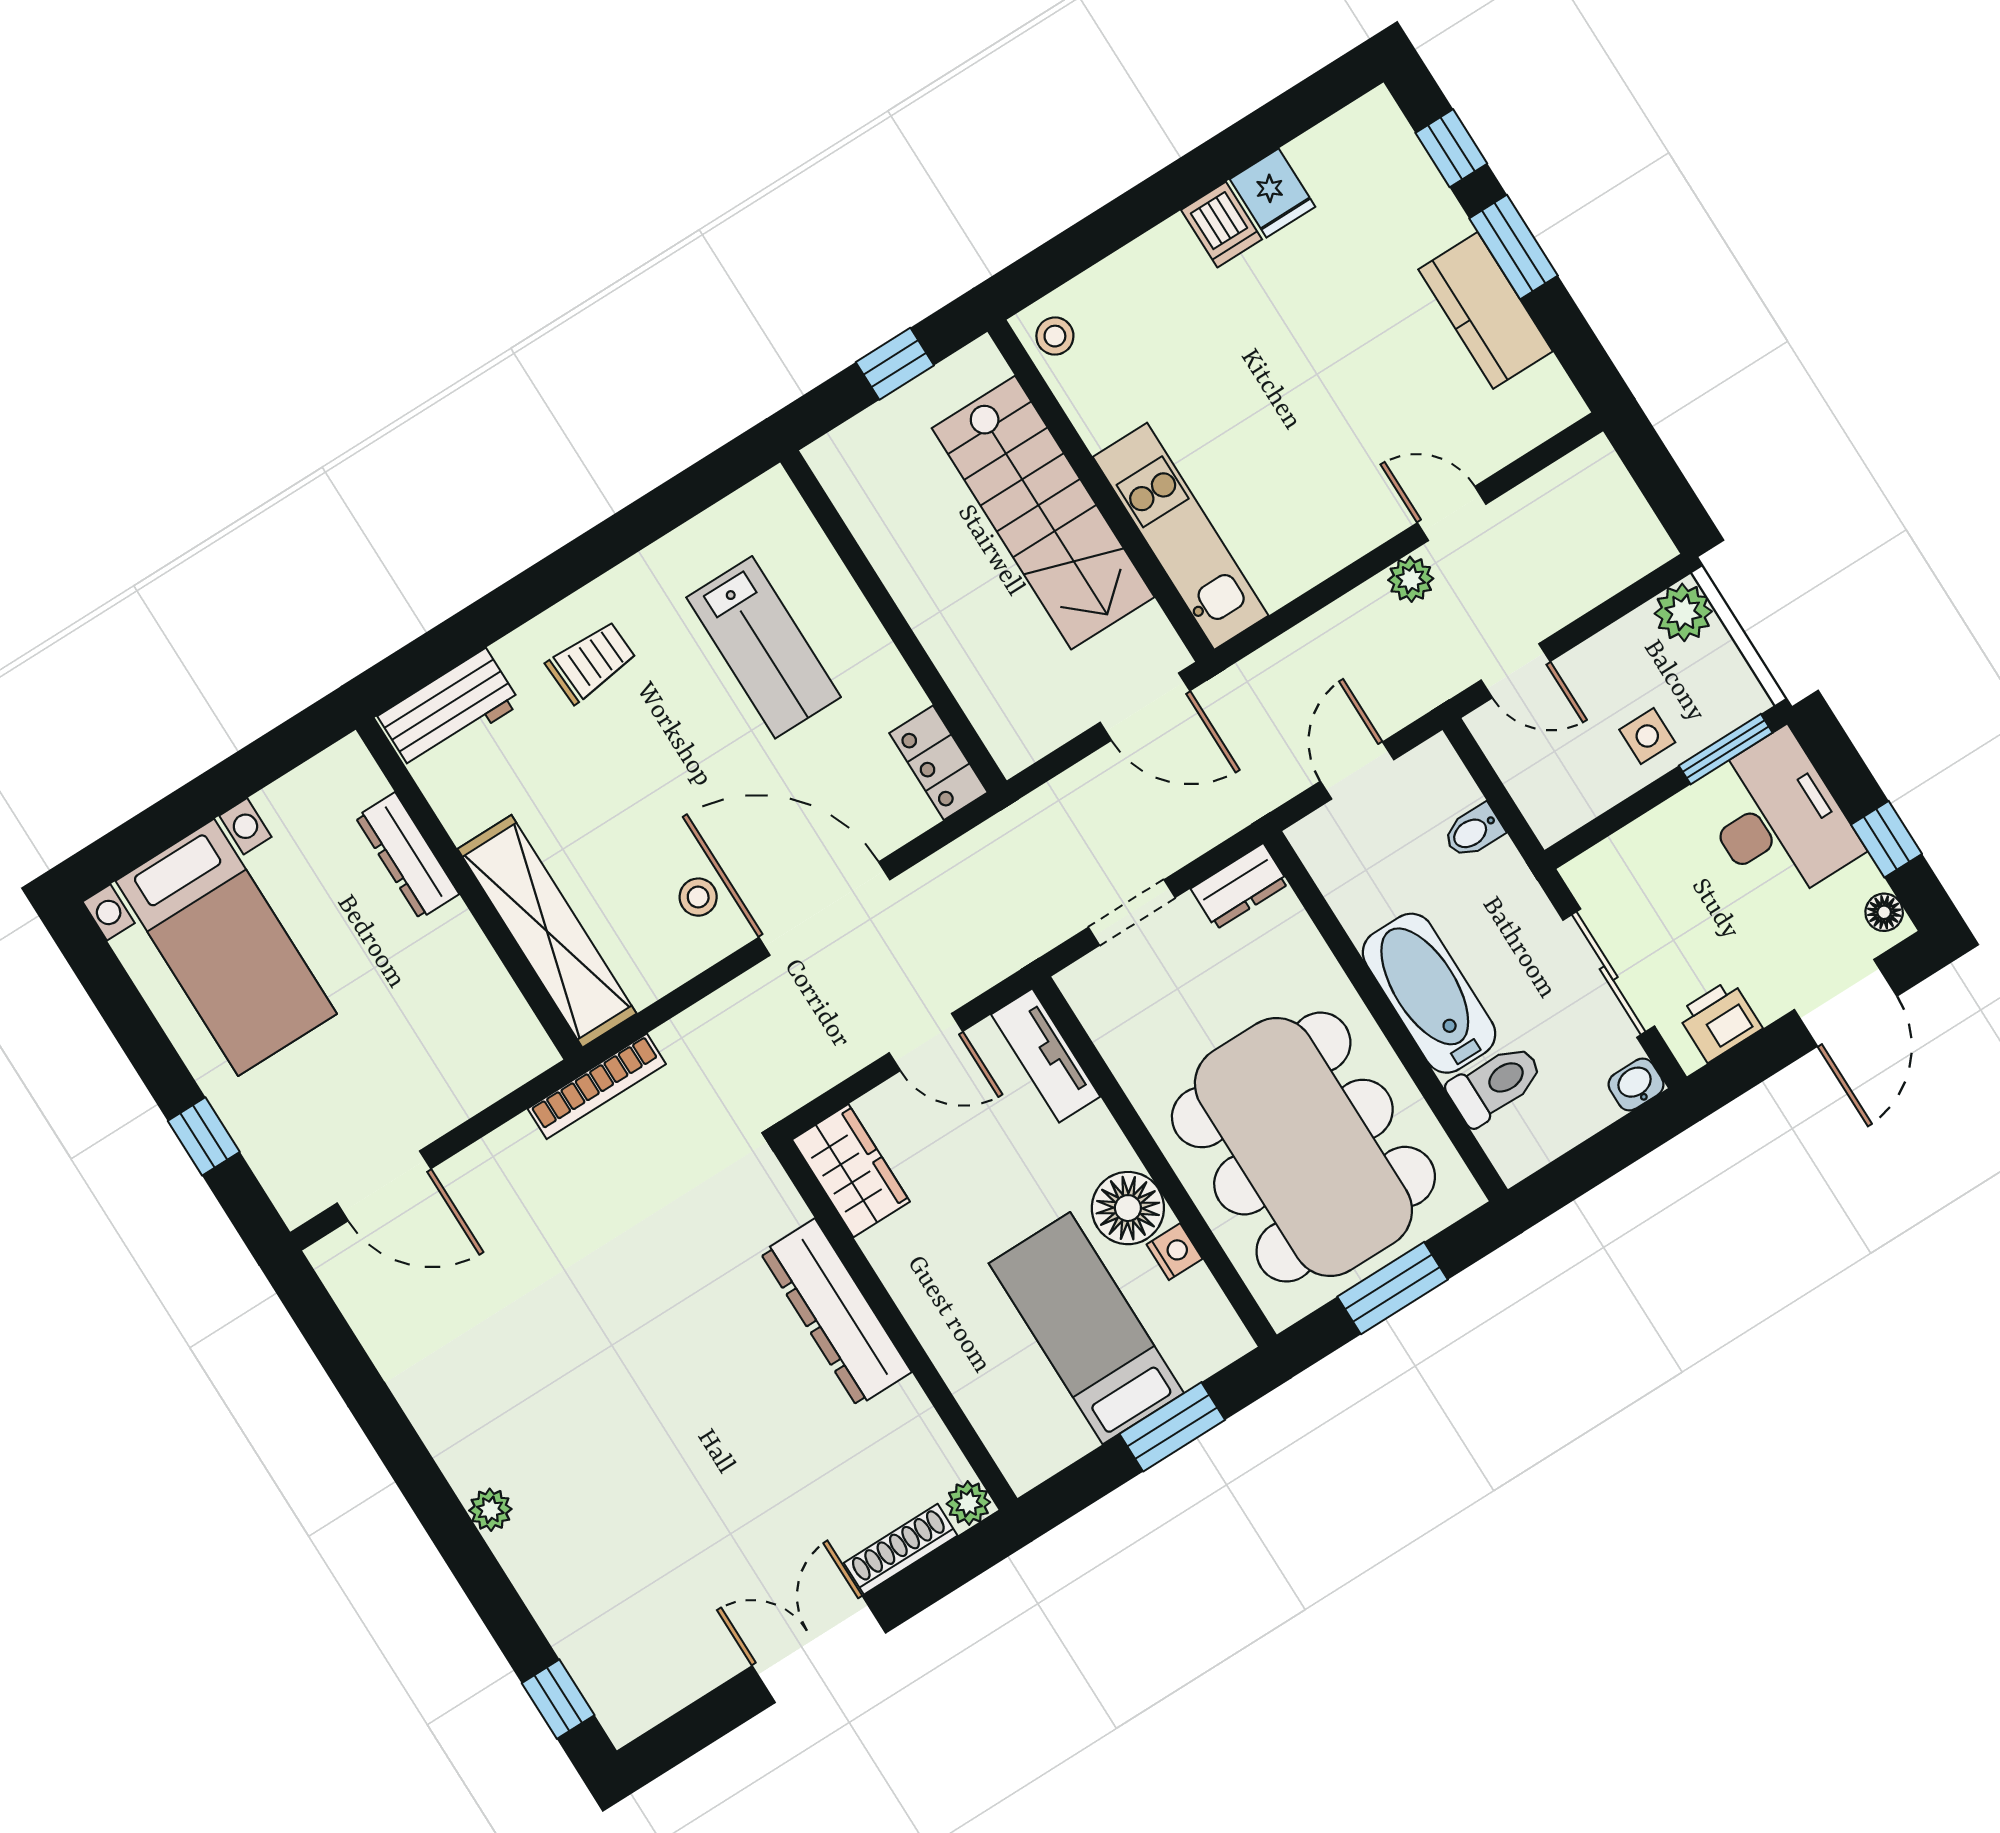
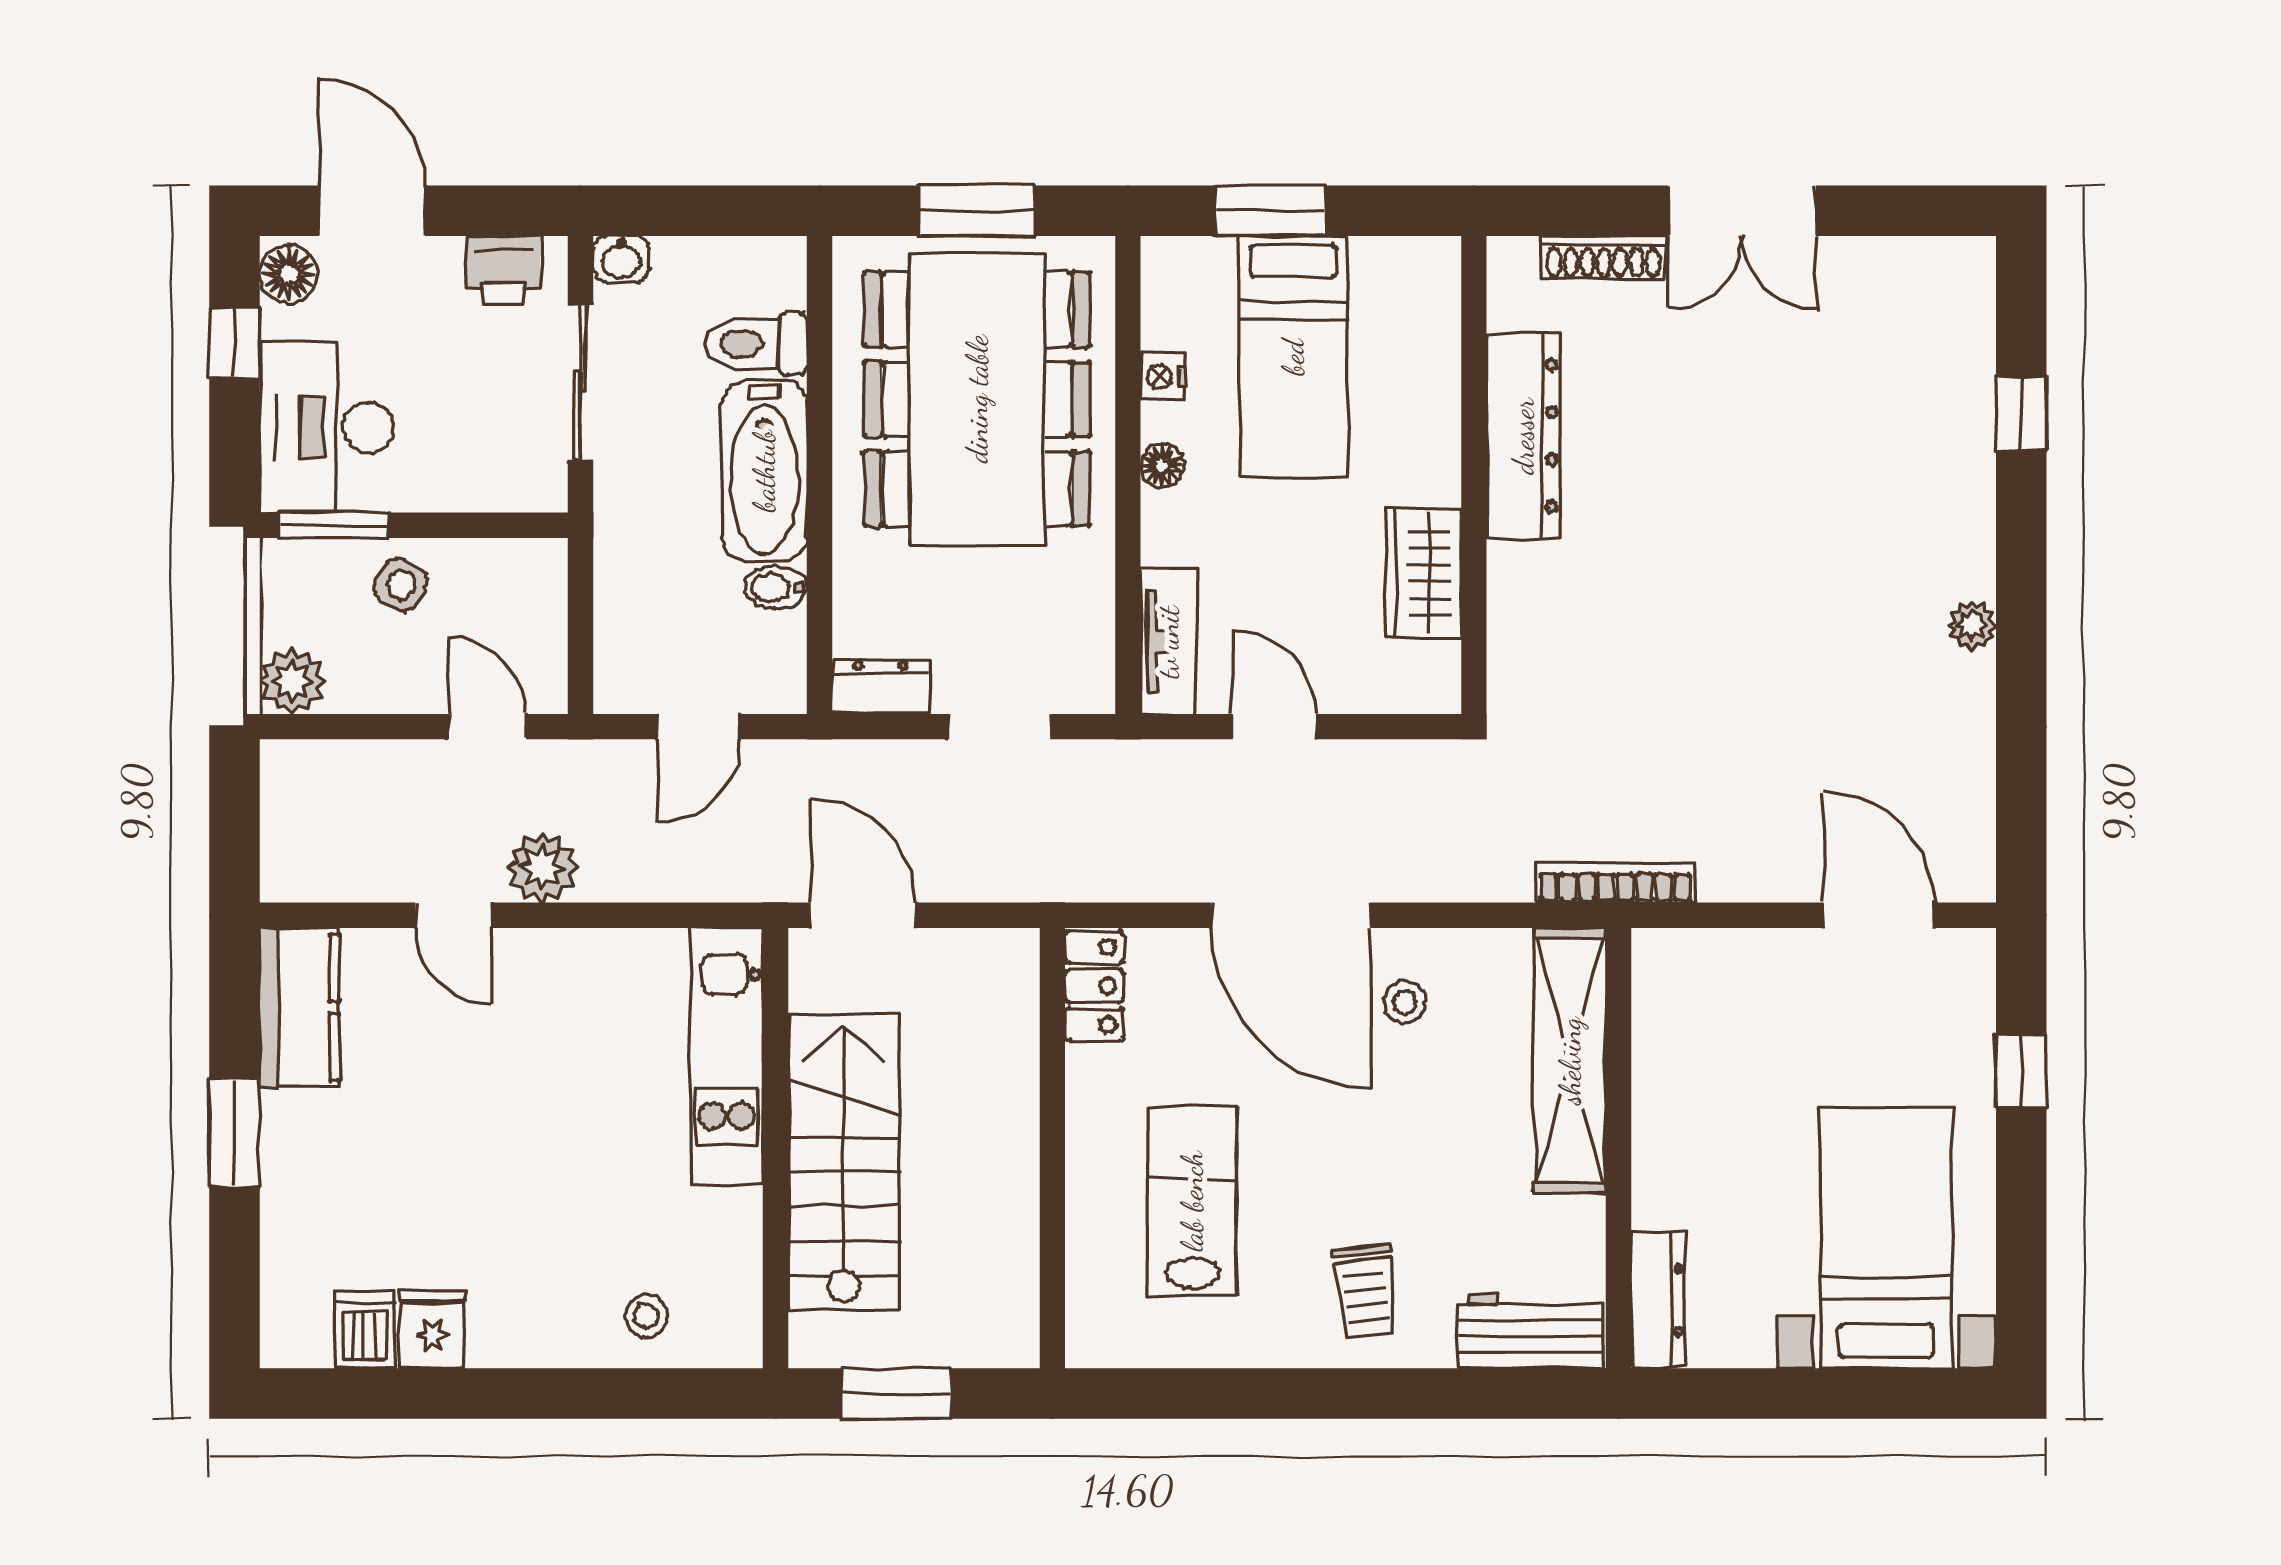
window: (1451, 148) -> (234, 1265), removed
dishwasher: (1222, 225) -> (365, 1330), moved
kitchen counter: (1485, 310) -> (299, 1008), moved
stool: (1055, 336) -> (646, 1316), moved
window: (895, 364) -> (896, 1393), width x1.50
plant: (1411, 579) -> (542, 867), width x1.38, depth x1.38
trolley: (591, 662) -> (1366, 1291), turned -93
side table: (1647, 736) -> (401, 585), turned 32
bidet: (1473, 831) -> (776, 588), moved, turned 180
dresser: (407, 856) -> (1658, 1300), moved
floor lamp: (1884, 912) -> (289, 274), width x1.37, depth x1.37
door: (1846, 1003) -> (372, 211), hinge flipped
wardrobe: (851, 1171) -> (1423, 573), moved
floor lamp: (1128, 1208) -> (1162, 466), width x0.53, depth x0.53
dresser: (836, 1312) -> (1523, 436), moved
plant: (968, 1503) -> (1511, 261), removed
plant: (490, 1510) -> (1972, 625), moved
window: (558, 1699) -> (2021, 413), moved

